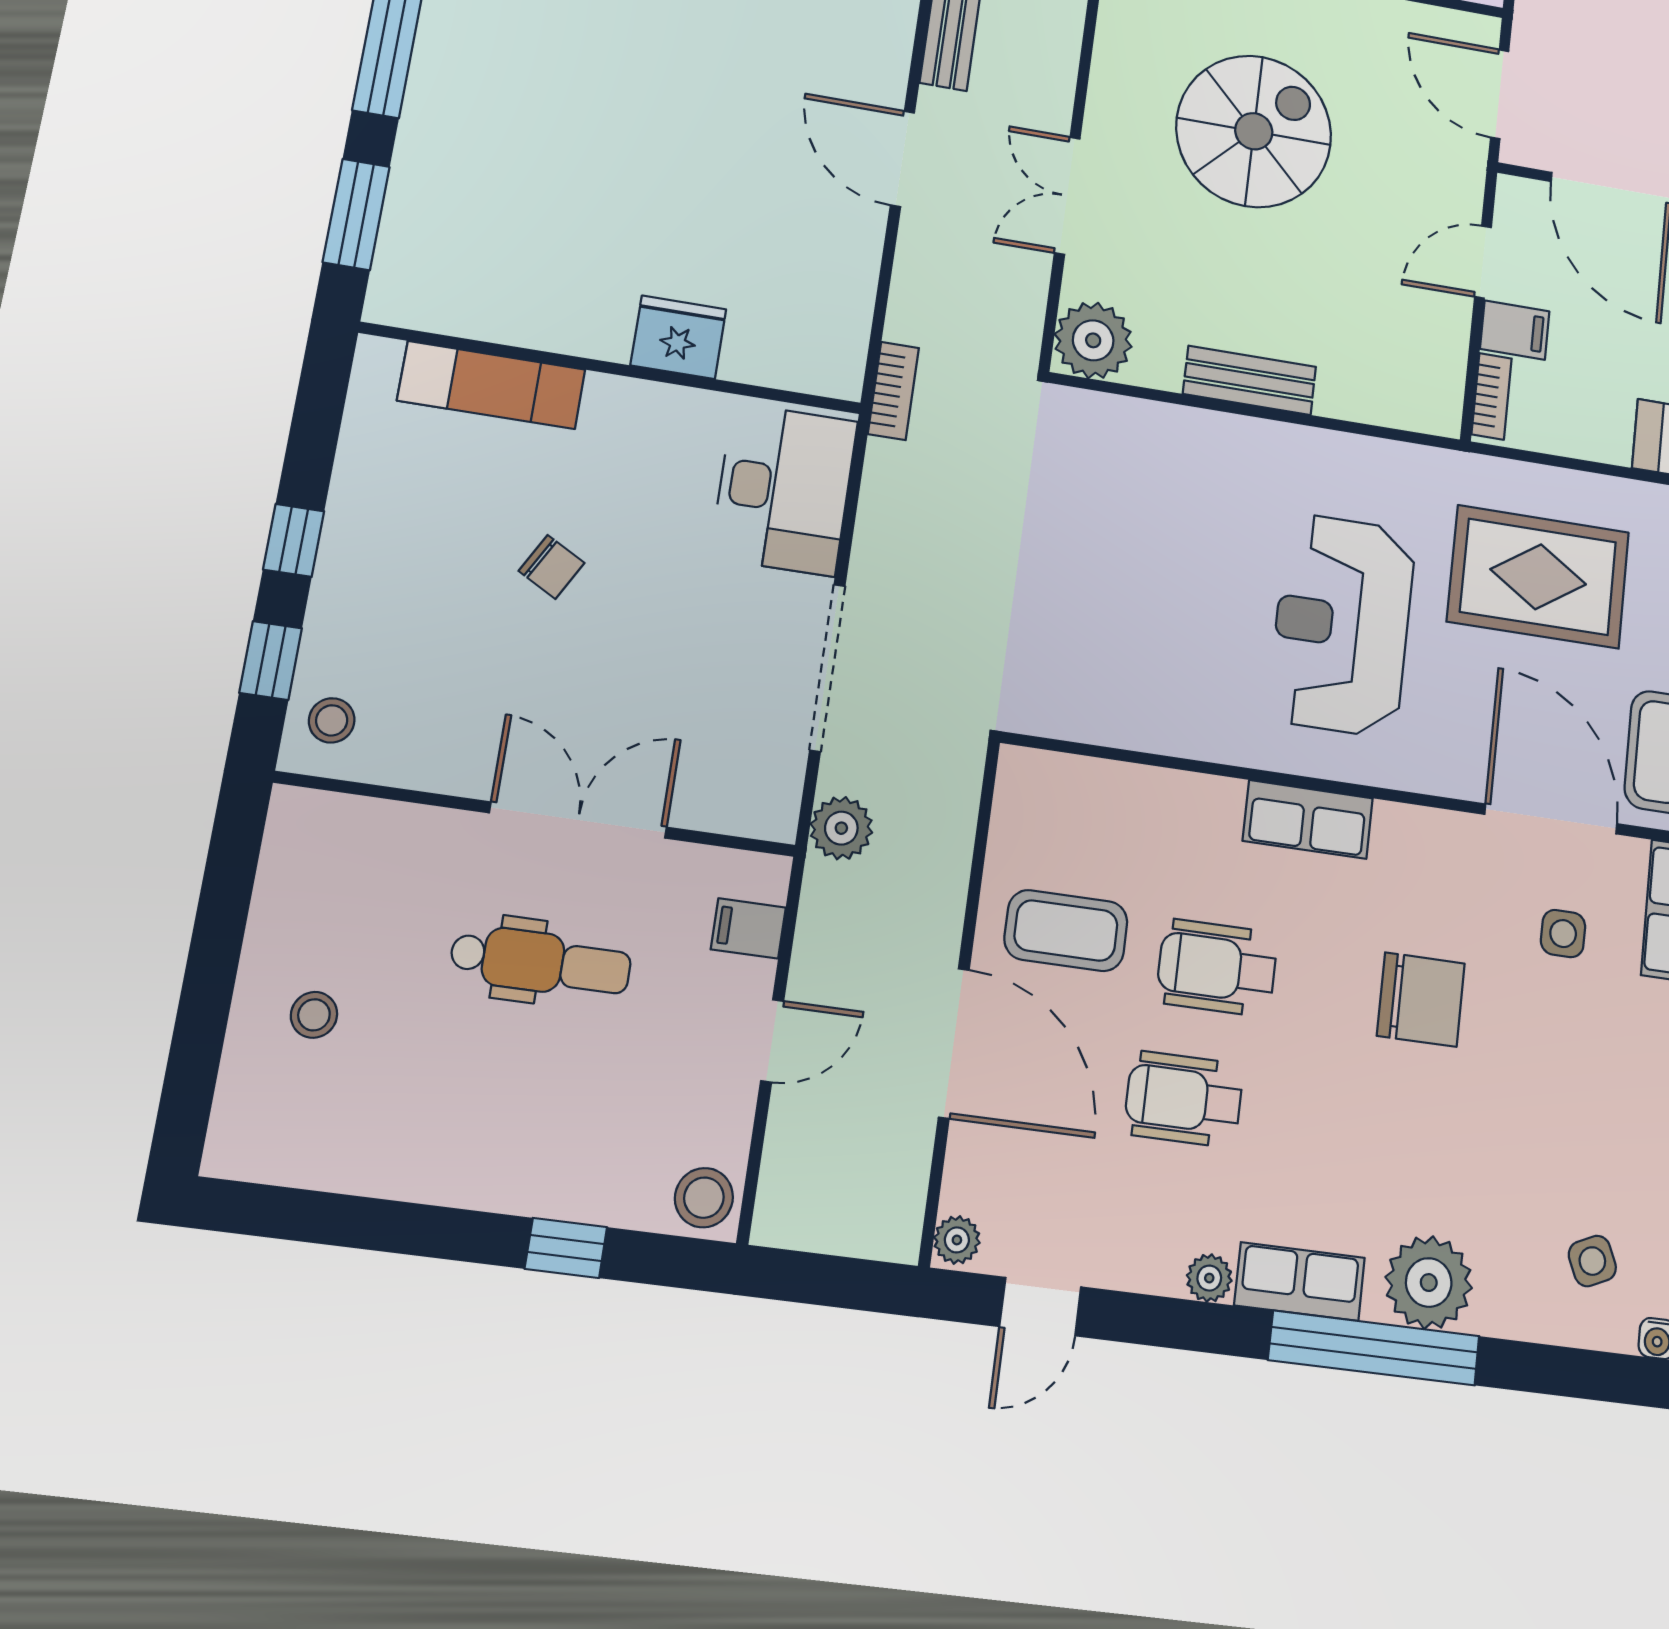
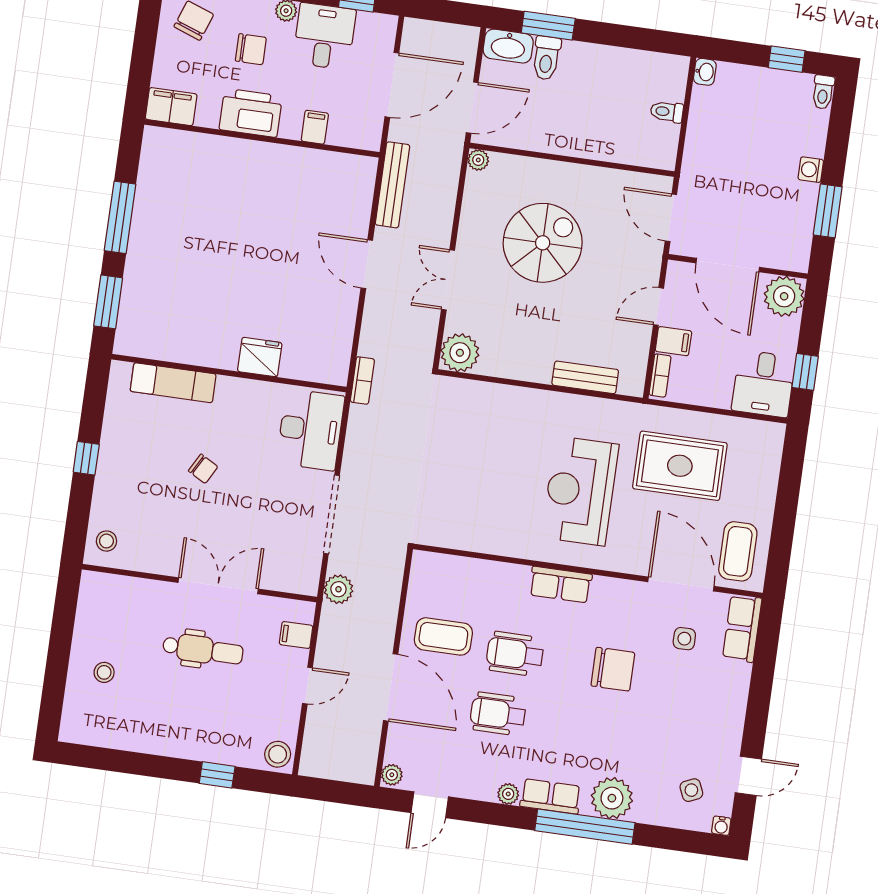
bench: (1250, 380) -> (585, 377), moved
window: (271, 660) -> (78, 514), removed

